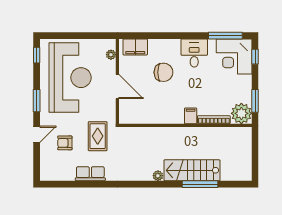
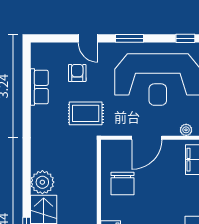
chair: (163, 72) -> (122, 183), moved
row of seats: (90, 174) -> (39, 87), moved
plant: (158, 176) -> (42, 182), width x1.88, depth x1.88

